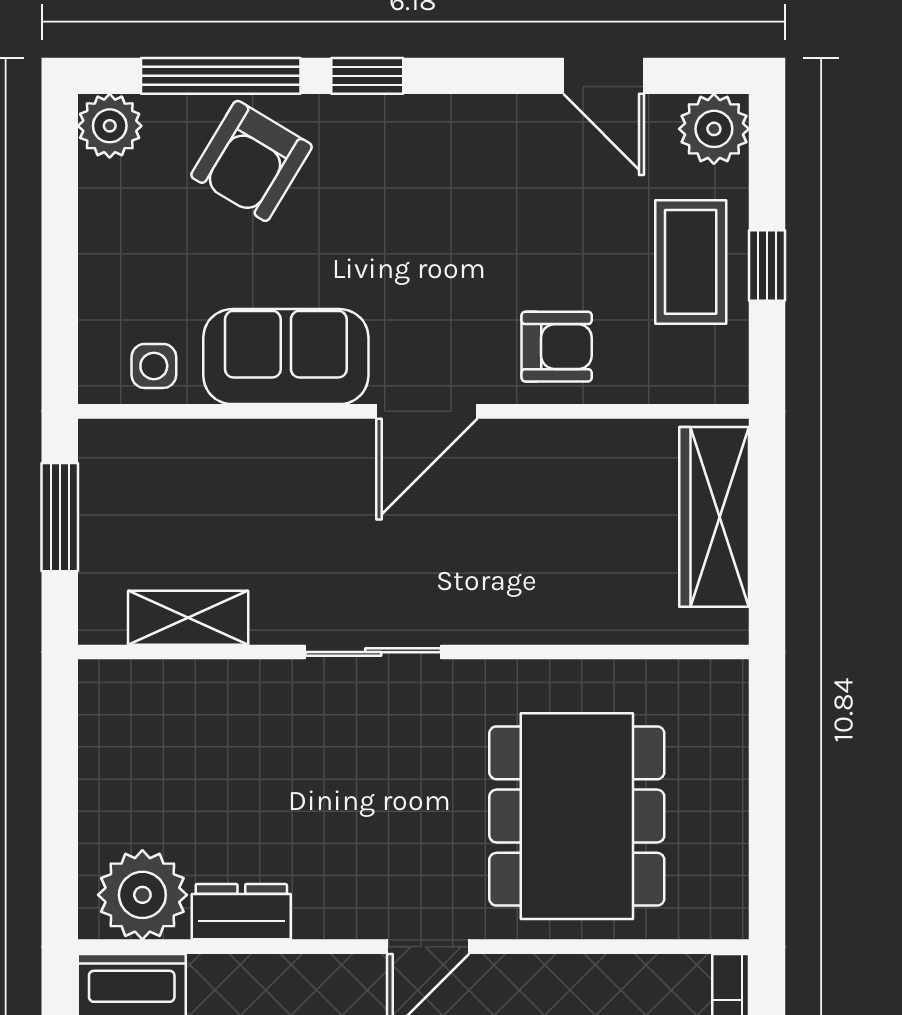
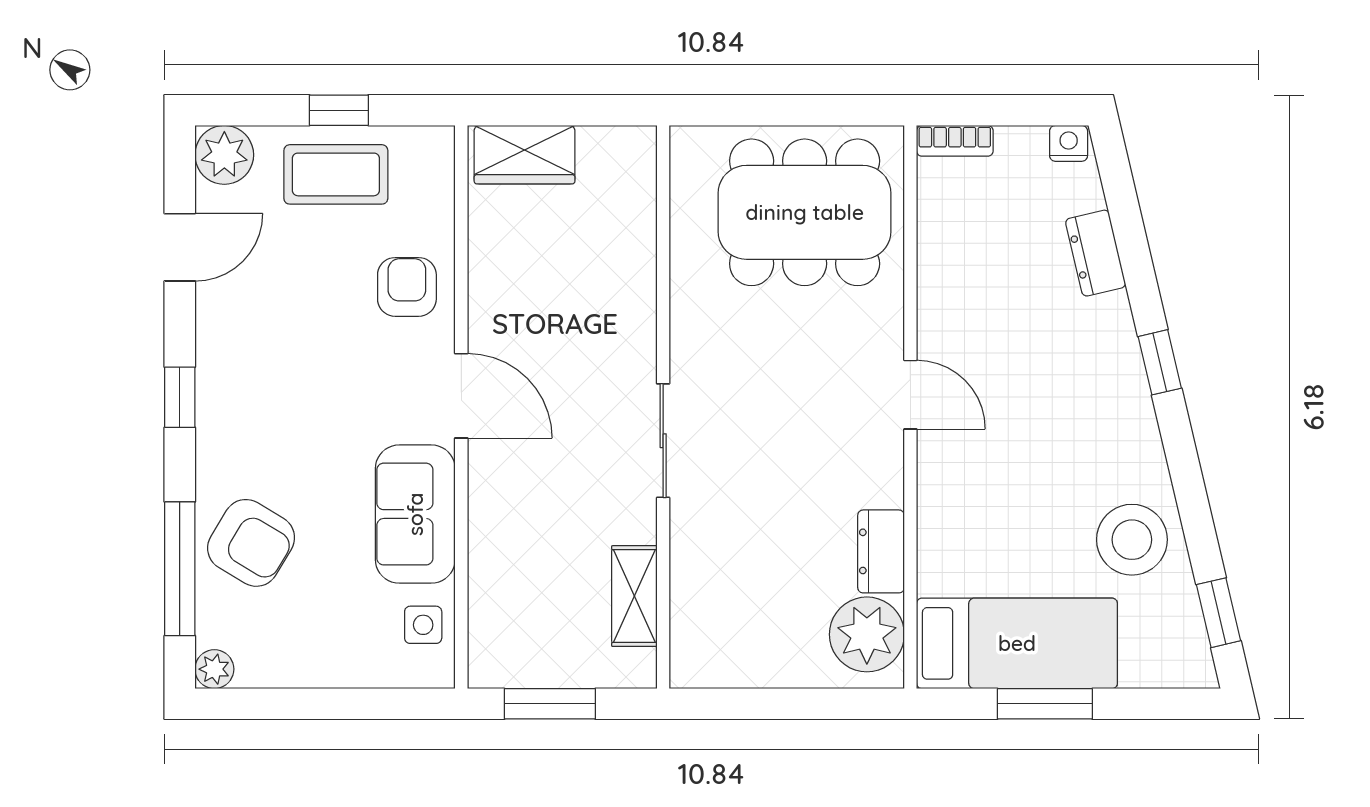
window: (367, 76) -> (180, 397), moved
plant: (110, 126) -> (214, 669), width x0.73, depth x0.73
wardrobe: (714, 517) -> (525, 155), width x0.67
dining table: (577, 816) -> (805, 212), moved

